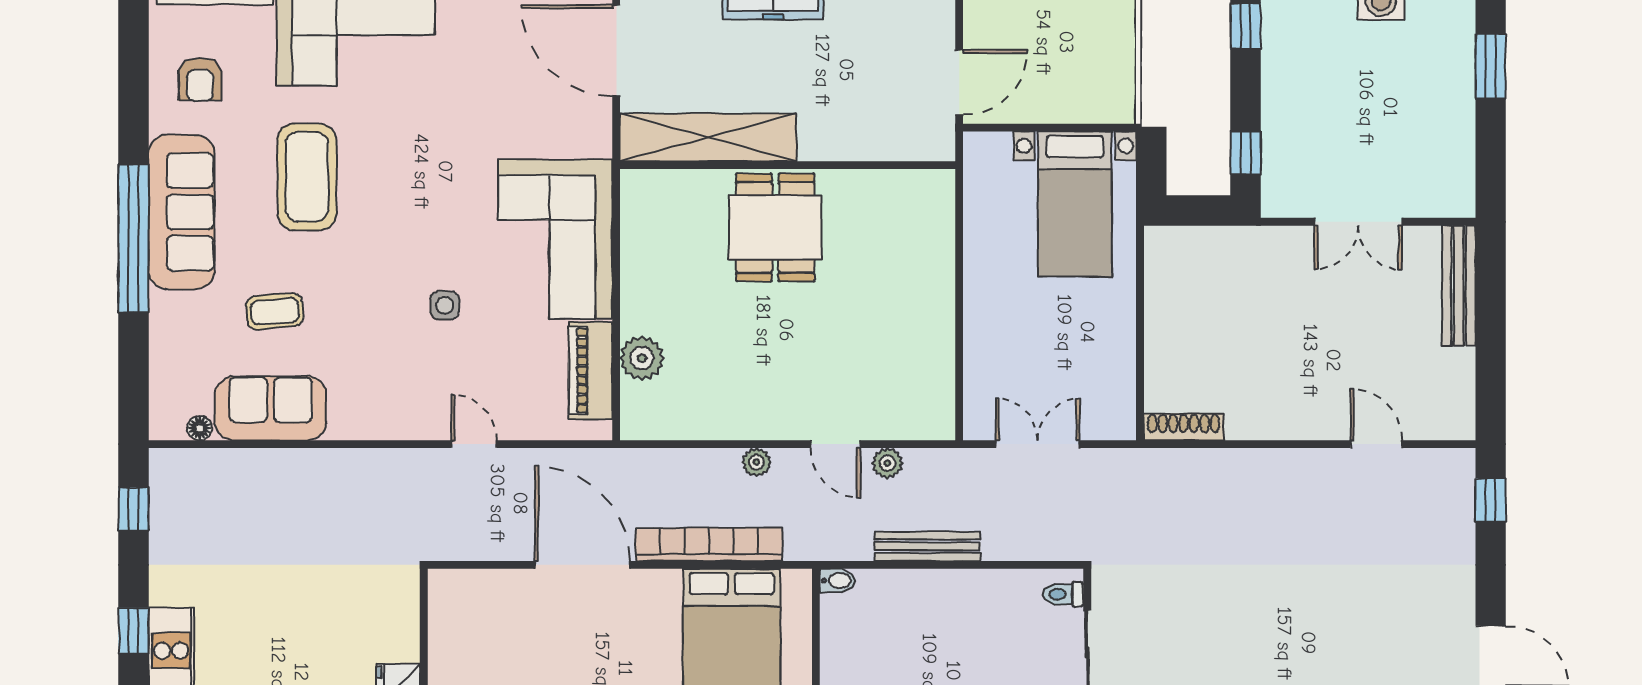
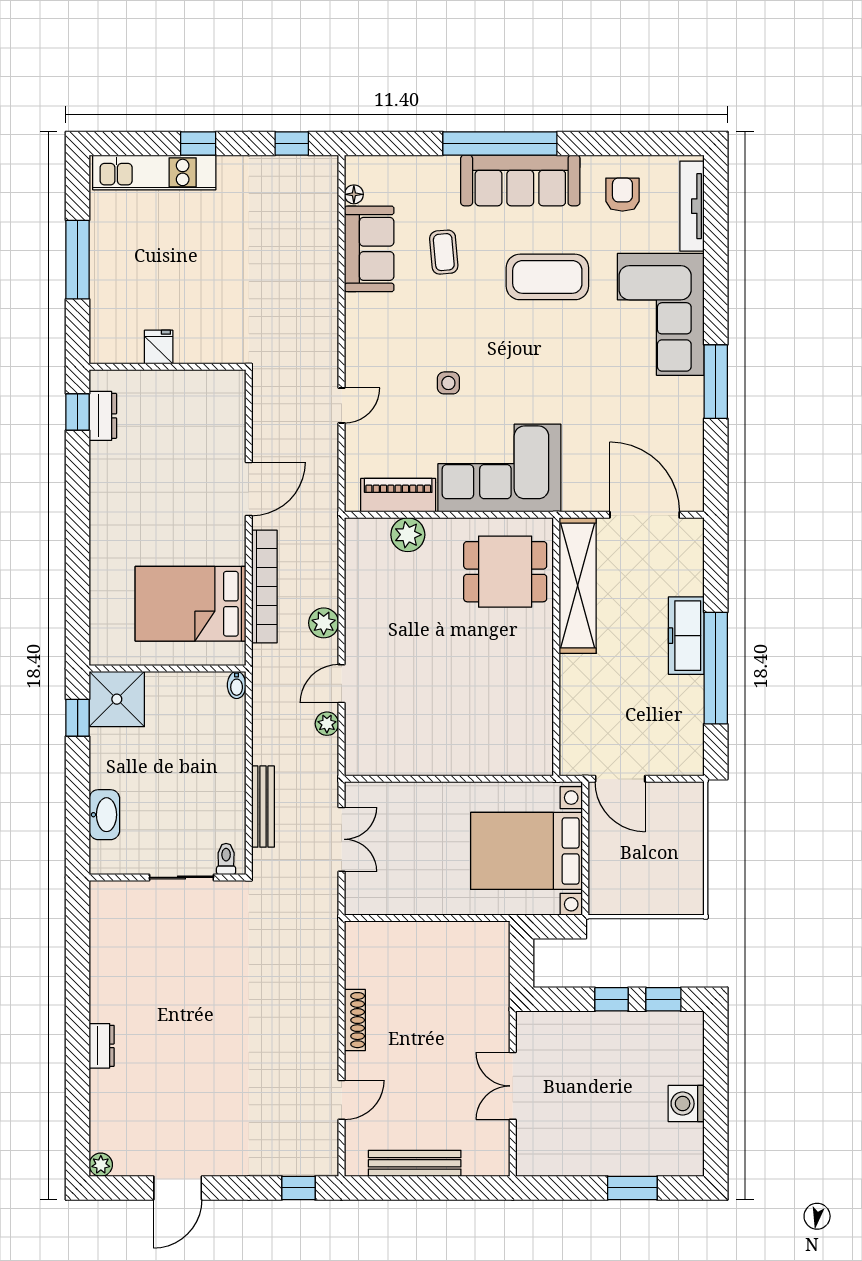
door: (616, 50) -> (645, 515), hinge flipped
armchair: (200, 79) -> (622, 195), turned 90
window: (1246, 153) -> (611, 999), moved
bed with nightstands: (1075, 204) -> (526, 851), width x1.36
dining table: (775, 227) -> (505, 572), moved
bench: (1459, 286) -> (415, 1163), moved
shoe rack: (1184, 427) -> (355, 1020), moved
plant: (756, 462) -> (324, 623), width x1.38, depth x1.38
bench: (927, 546) -> (263, 807), moved
door: (582, 565) -> (249, 489), width x0.73

